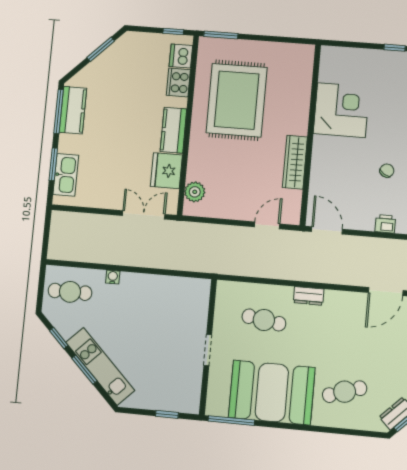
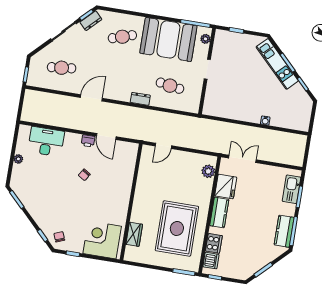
corner desk: (341, 110) -> (102, 240), moved, turned 90
wardrobe: (295, 162) -> (134, 234), moved, width x0.67
double door: (144, 215) -> (242, 159), swing flipped
door: (327, 230) -> (106, 136), moved
cafe table: (70, 292) -> (294, 113), removed
plant: (214, 398) -> (206, 39), added

